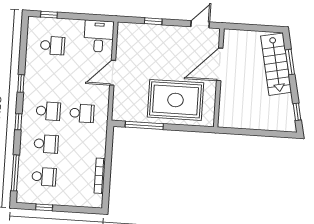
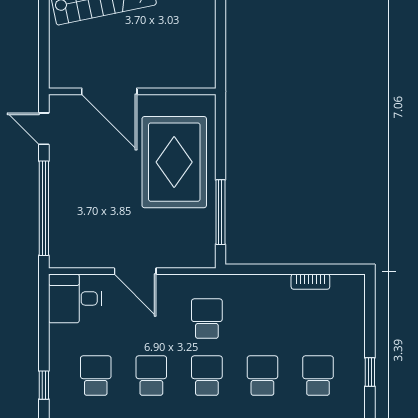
window: (153, 21) -> (44, 208), width x3.17
school desk: (50, 78) -> (151, 376), added
bookcase: (100, 176) -> (310, 282), width x0.64

